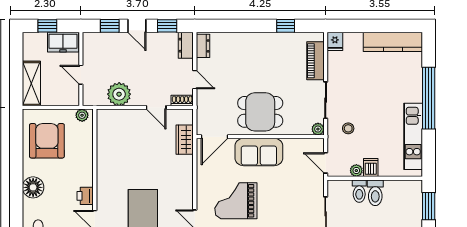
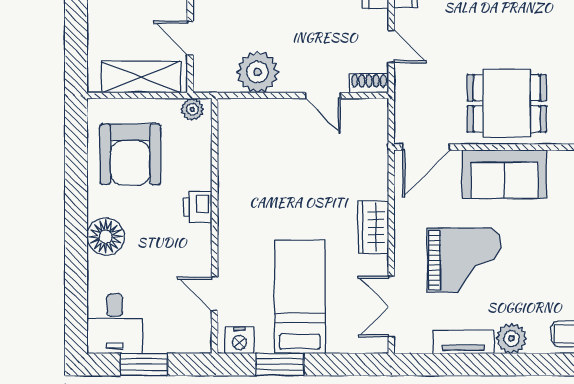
shelving: (31, 84) -> (141, 77), moved, turned 90
wardrobe: (185, 140) -> (373, 227), moved
armchair: (47, 141) -> (130, 154), turned 180
printer: (85, 196) -> (198, 207), moved
grand piano: (236, 201) -> (464, 260), turned 180

